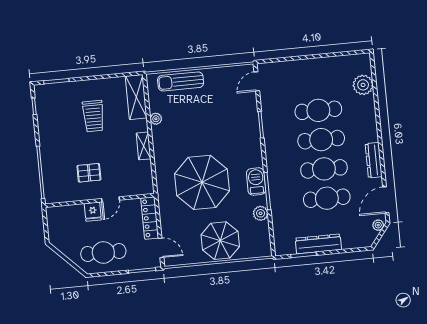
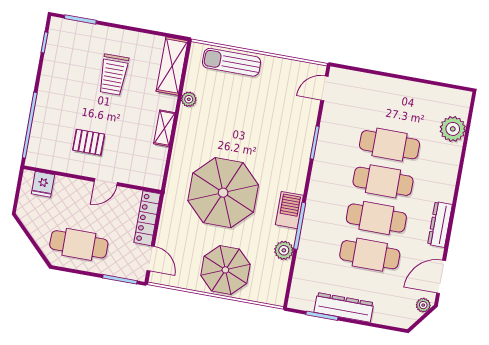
fridge: (93, 212) -> (43, 184), moved

